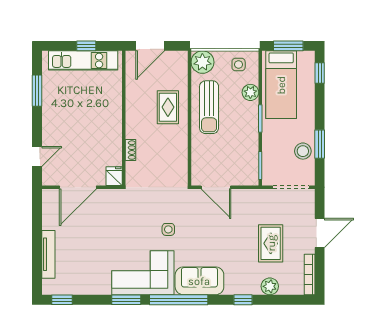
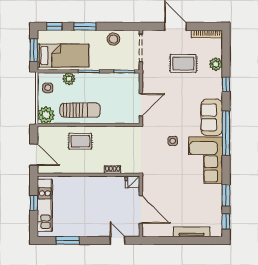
window: (320, 144) -> (85, 26), moved
window: (126, 300) -> (226, 195), moved

